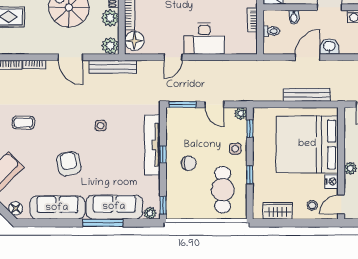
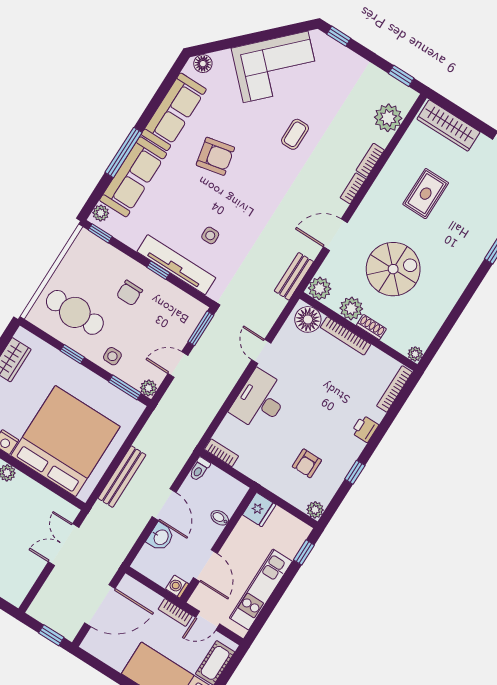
bookcase: (252, 20) -> (222, 453), moved
toilet: (271, 31) -> (199, 469), moved
bench: (113, 67) -> (294, 276), width x0.73
side table: (101, 126) -> (210, 235), moved
window: (250, 129) -> (125, 387), width x1.50

